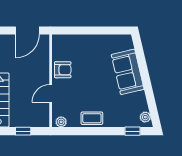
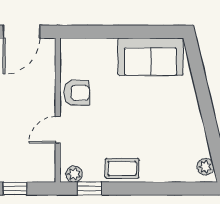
sofa: (128, 72) -> (151, 57), moved, turned -77
window: (133, 131) -> (89, 189), moved

